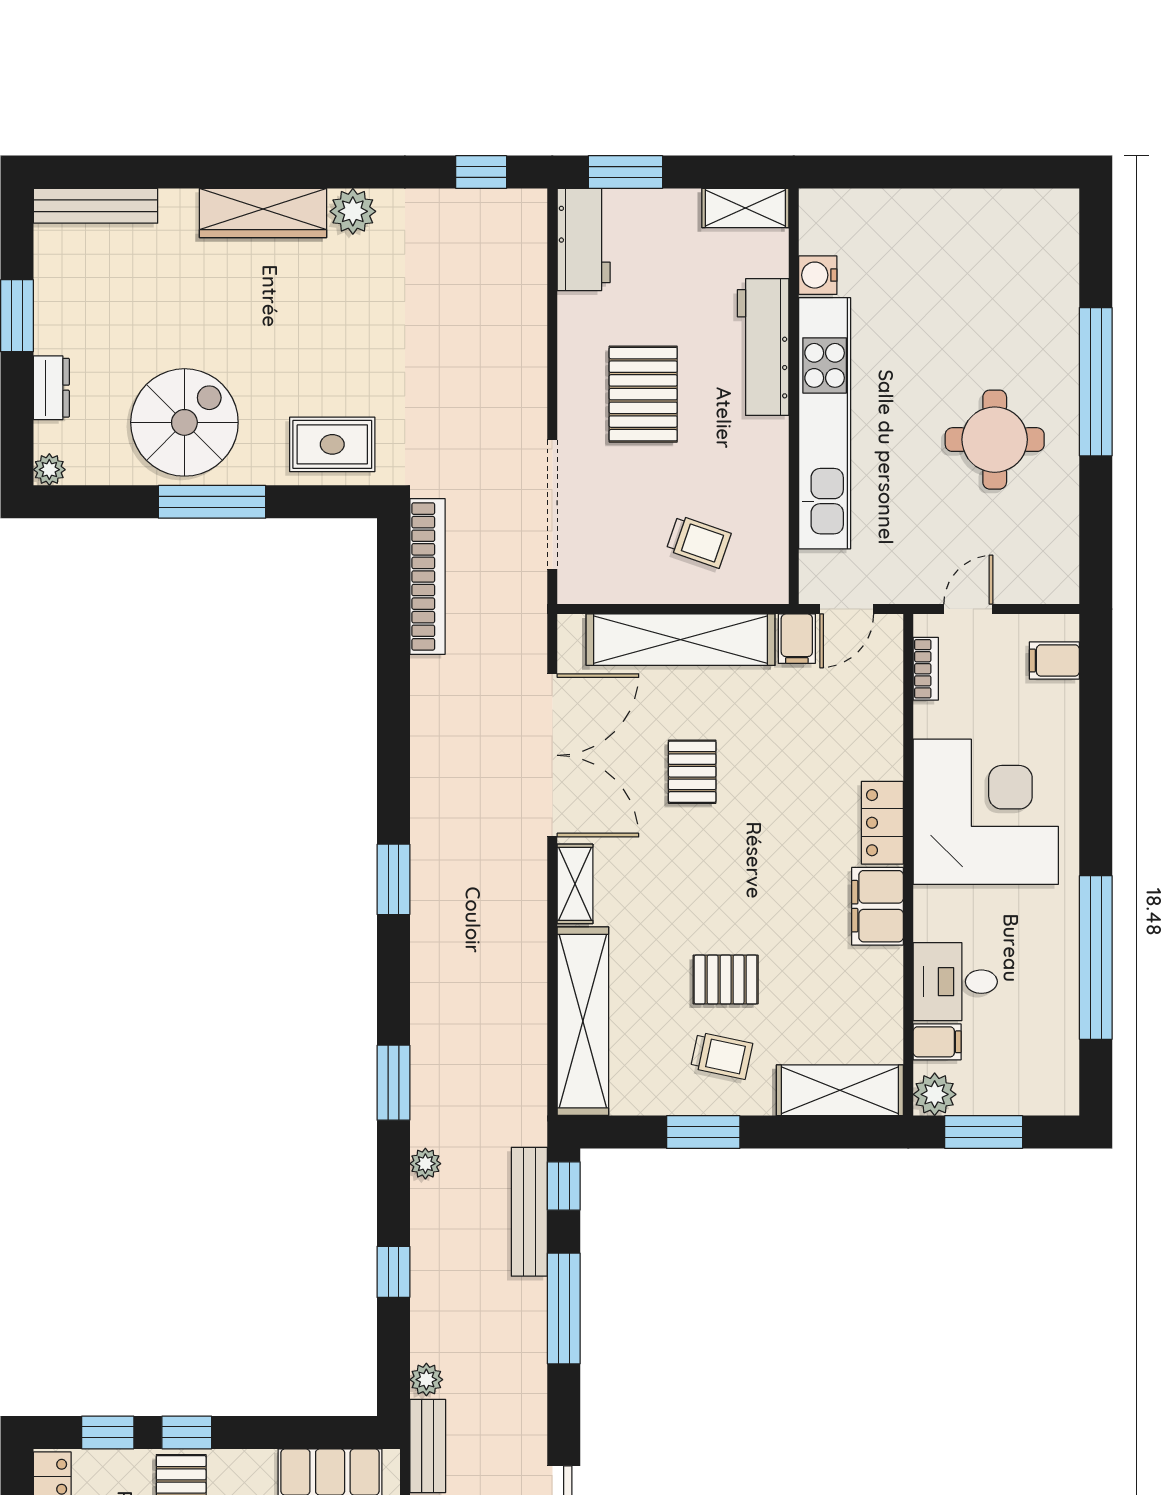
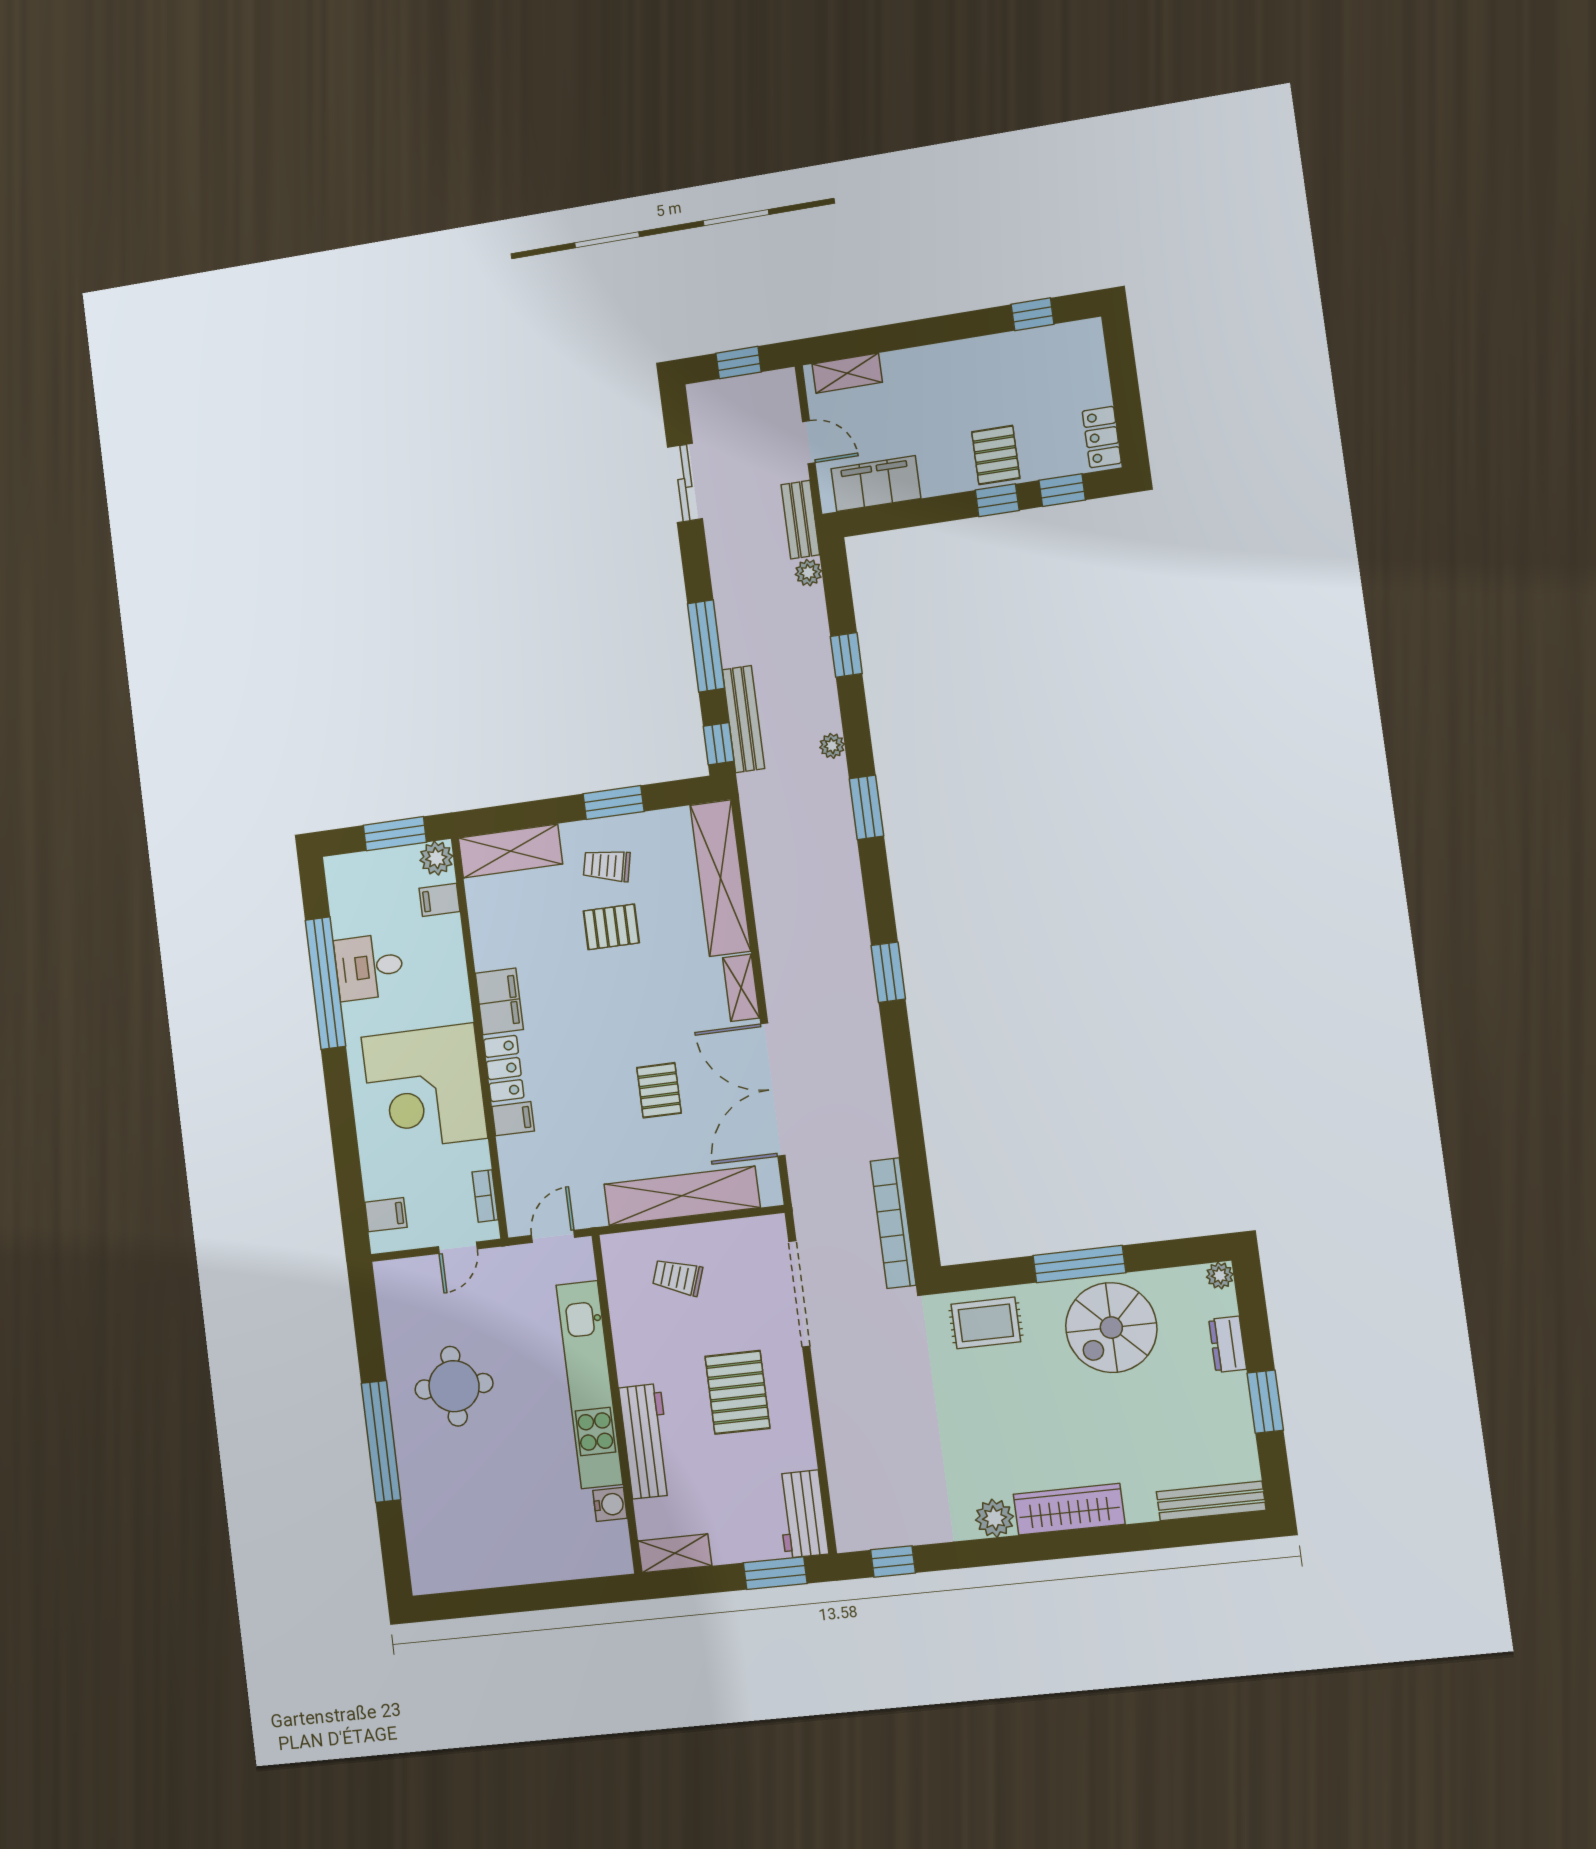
filing cabinet: (797, 639) -> (513, 1119), moved, turned 90
desk: (955, 982) -> (369, 967), moved, turned 180

